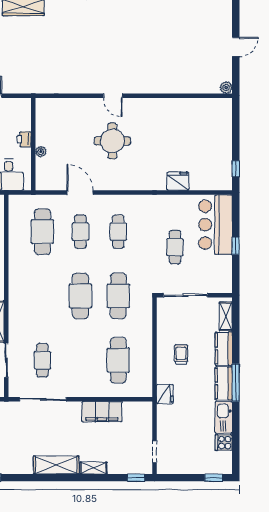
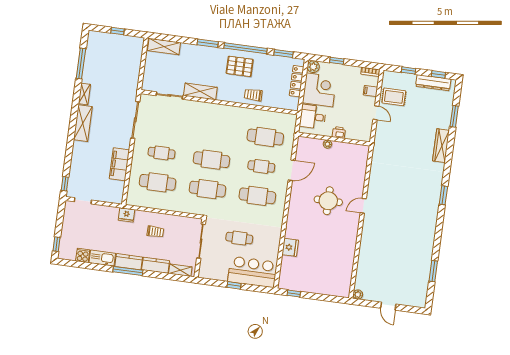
cafe table: (118, 232) -> (257, 196), width x1.37, depth x1.35
cafe table: (42, 360) -> (162, 153), moved
shelving: (93, 468) -> (84, 94), moved

